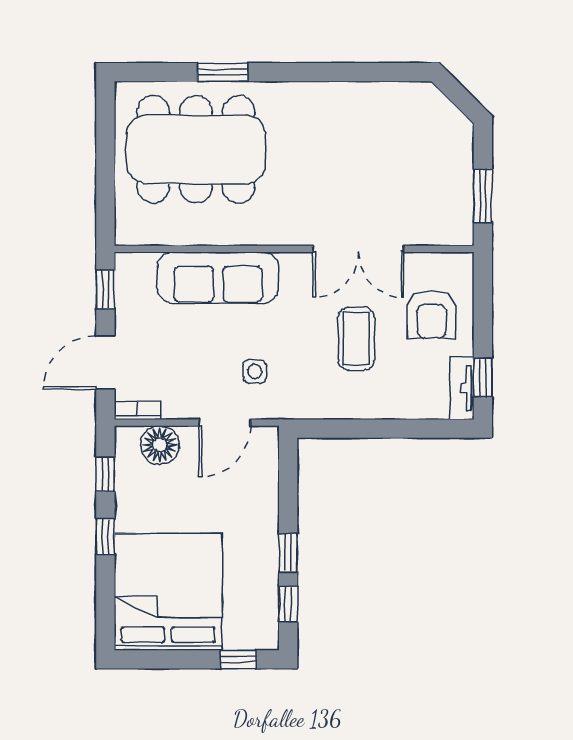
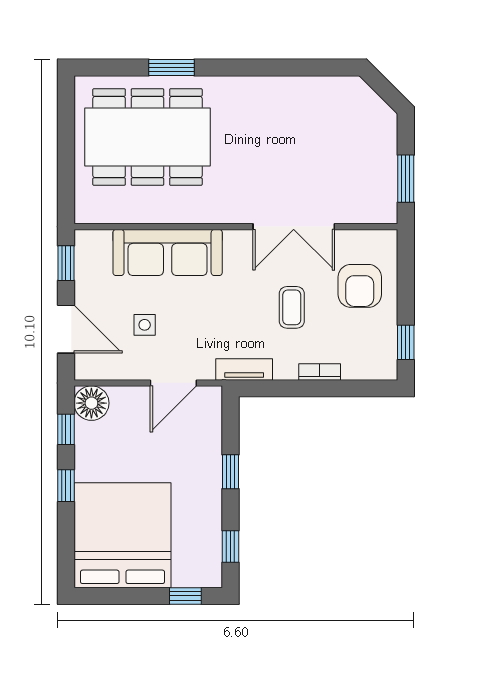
coffee table: (356, 339) -> (292, 307), width x0.73, depth x0.77
door: (105, 363) -> (66, 329), swing flipped
side table: (255, 372) -> (145, 325), moved
tv unit: (462, 388) -> (244, 369), moved, turned 90
bookcase: (137, 410) -> (320, 372), moved
floor lamp: (160, 445) -> (91, 403), moved
window: (288, 553) -> (230, 472), moved

